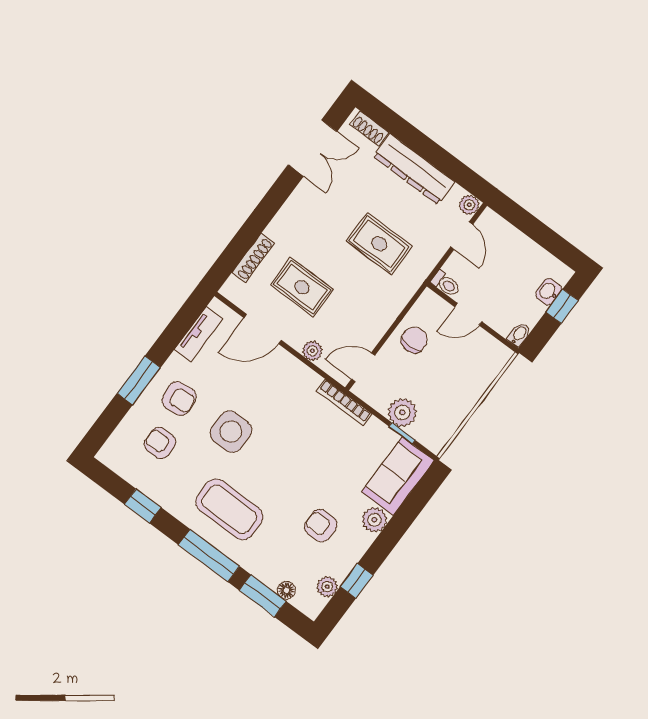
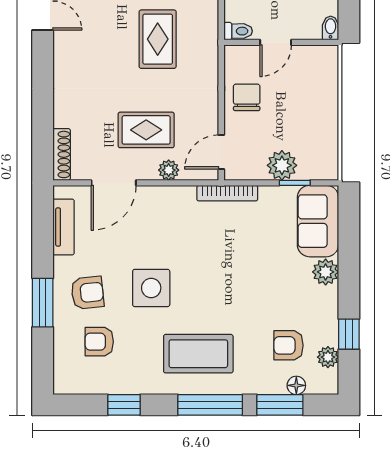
rug: (379, 244) -> (158, 39), turned 90
shoe rack: (253, 258) -> (62, 154), moved
rug: (302, 287) -> (146, 130), moved
armchair: (321, 525) -> (289, 345), moved

